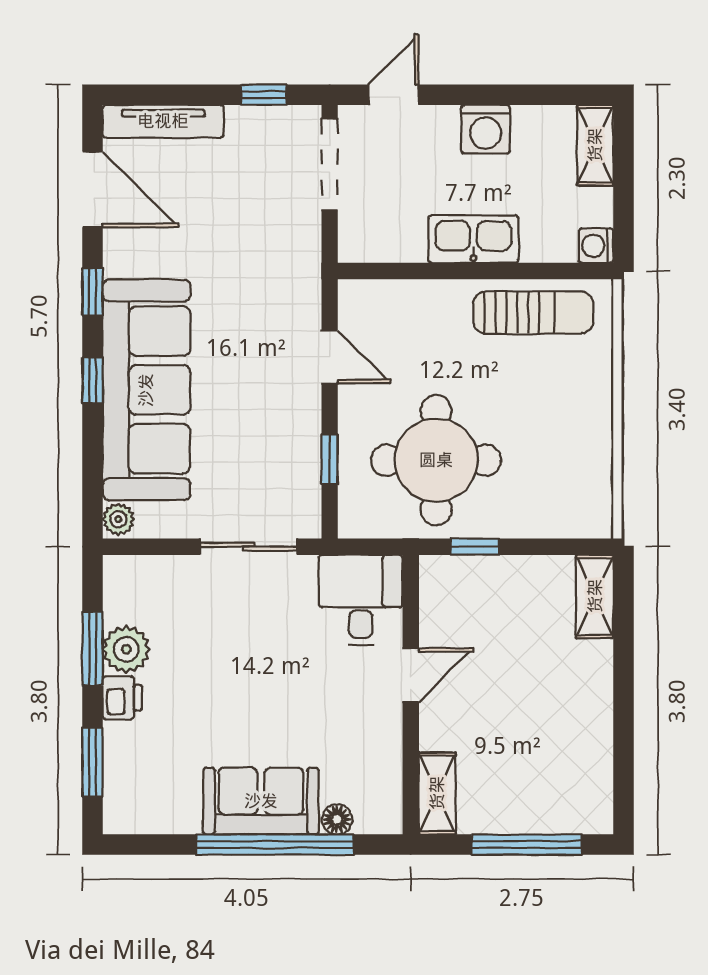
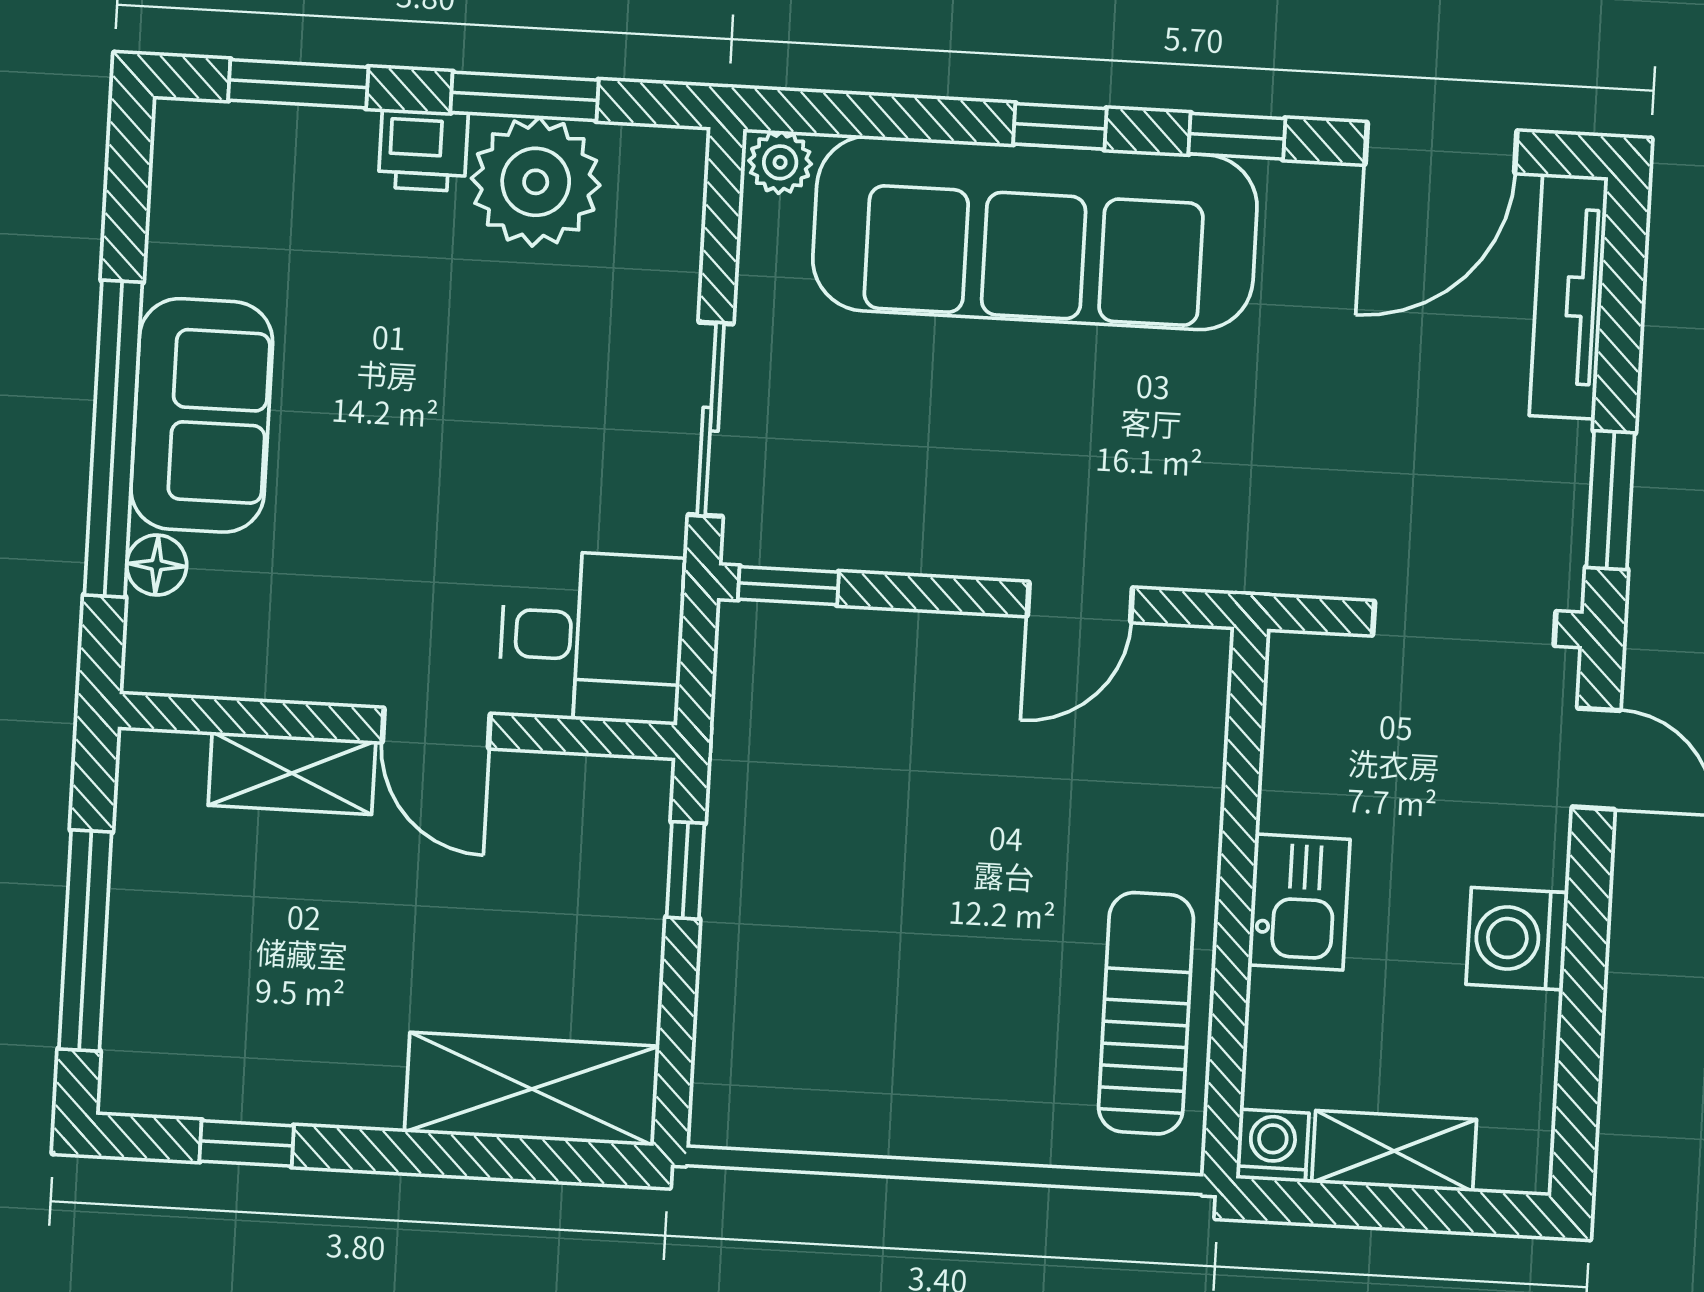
window: (264, 95) -> (1611, 500), width x1.50
shelving: (595, 145) -> (1394, 1151), moved
kitchen sink: (473, 239) -> (1299, 902), width x0.73
sun lounger: (533, 313) -> (1146, 1013), turned 180
window: (330, 459) -> (788, 586), moved
round table: (436, 460) -> (862, 803), removed
shelving: (595, 596) -> (532, 1089), width x1.50, depth x1.33
plant: (126, 649) -> (536, 182), width x1.36, depth x1.36
window: (623, 758) -> (247, 1143), added
shelving: (437, 793) -> (292, 773), moved

